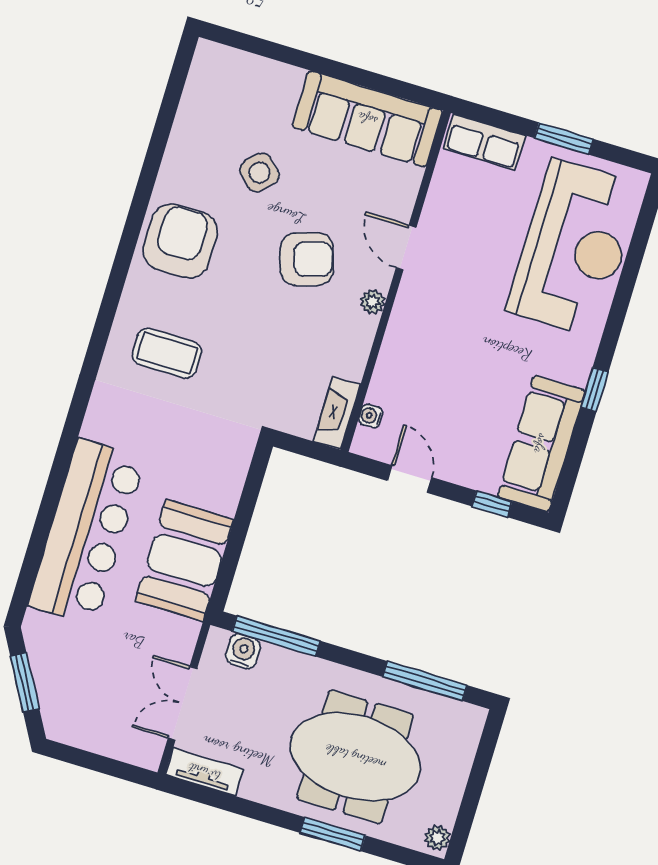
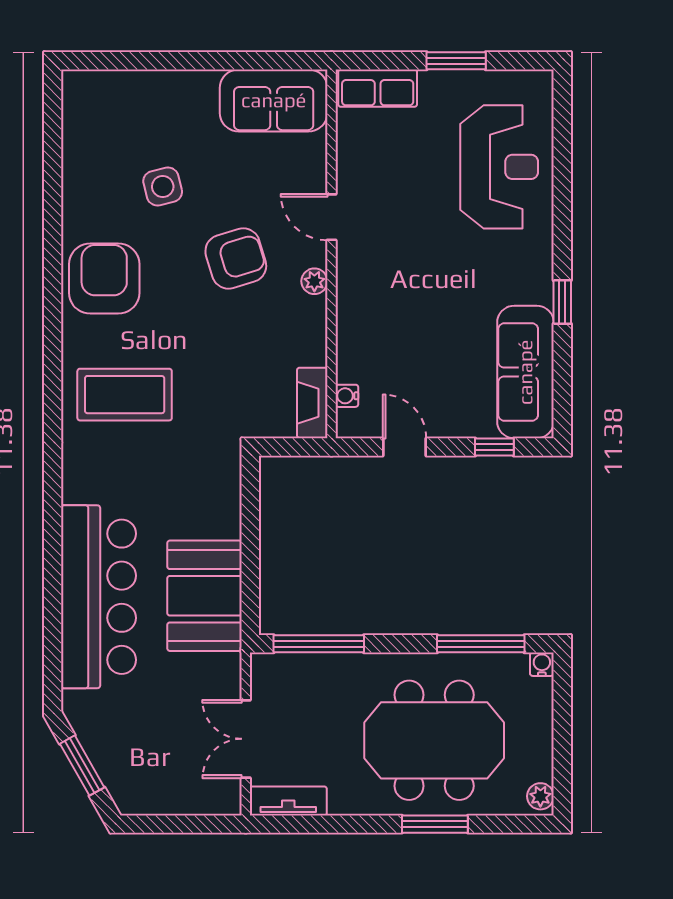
sofa: (367, 119) -> (274, 100), width x0.73
side table: (259, 173) -> (163, 186), turned 32
reception desk: (574, 248) -> (499, 167), width x0.74, depth x0.77
coffee table: (167, 353) -> (125, 395), width x1.36, depth x1.32
water cooler: (243, 651) -> (542, 664), moved, width x0.72, depth x0.72

